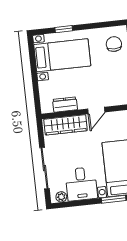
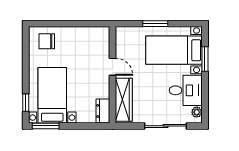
window: (64, 29) -> (26, 103), moved
window: (32, 52) -> (46, 126), added
dresser: (65, 105) -> (103, 111), moved

